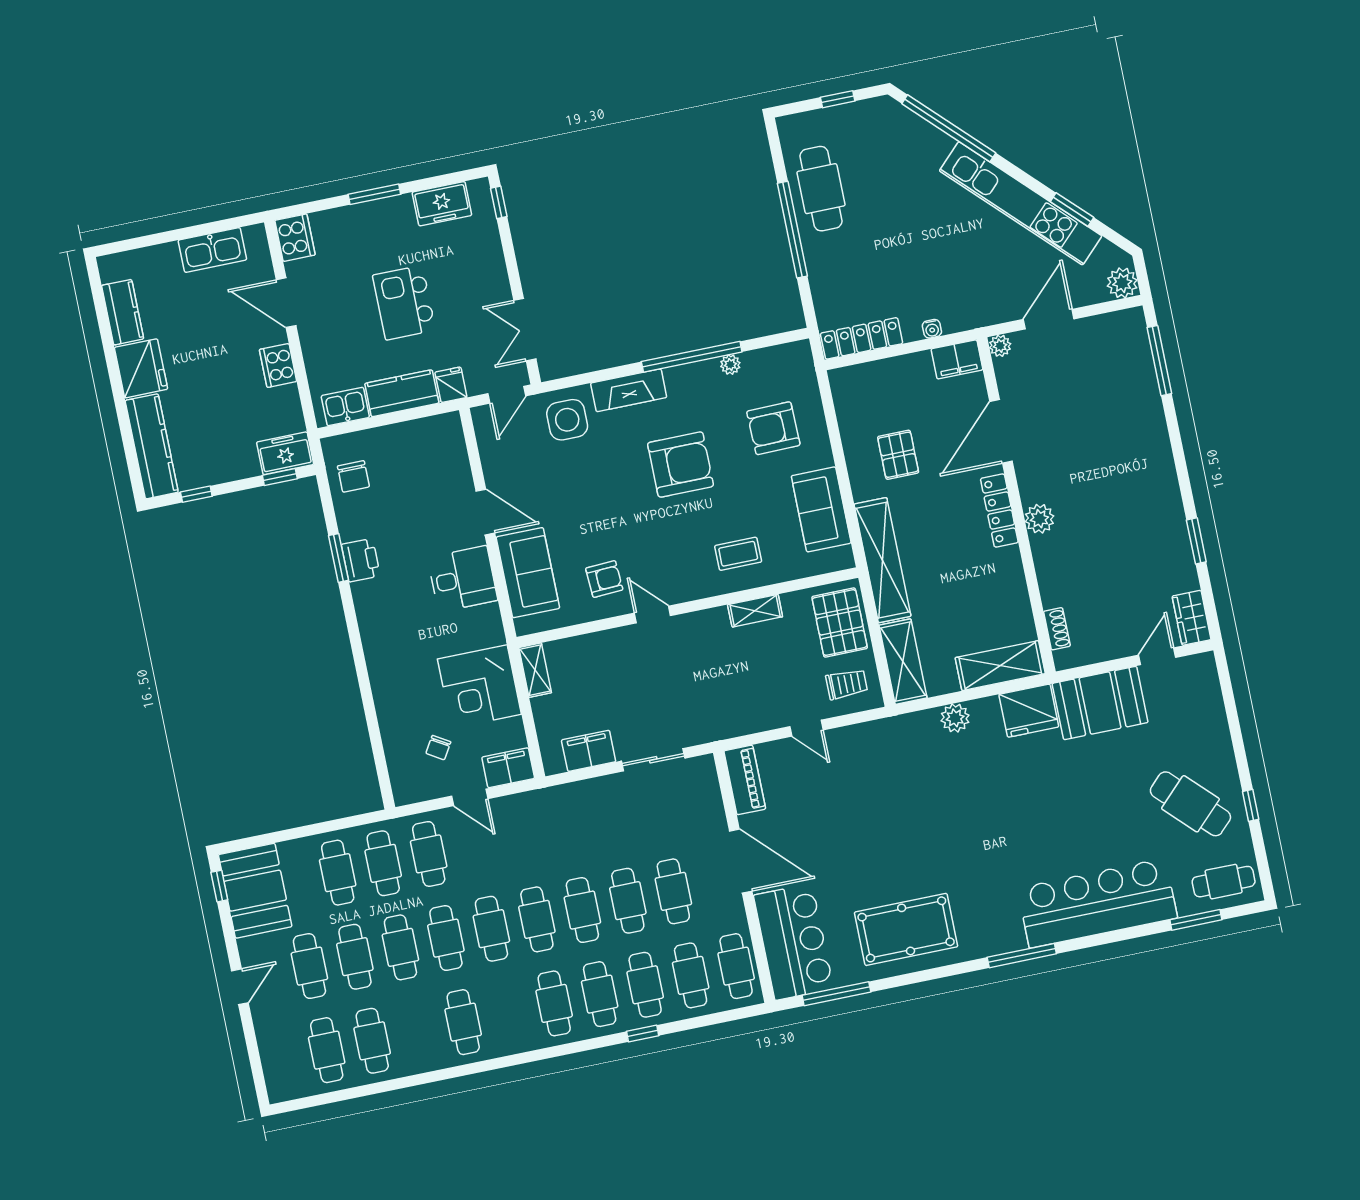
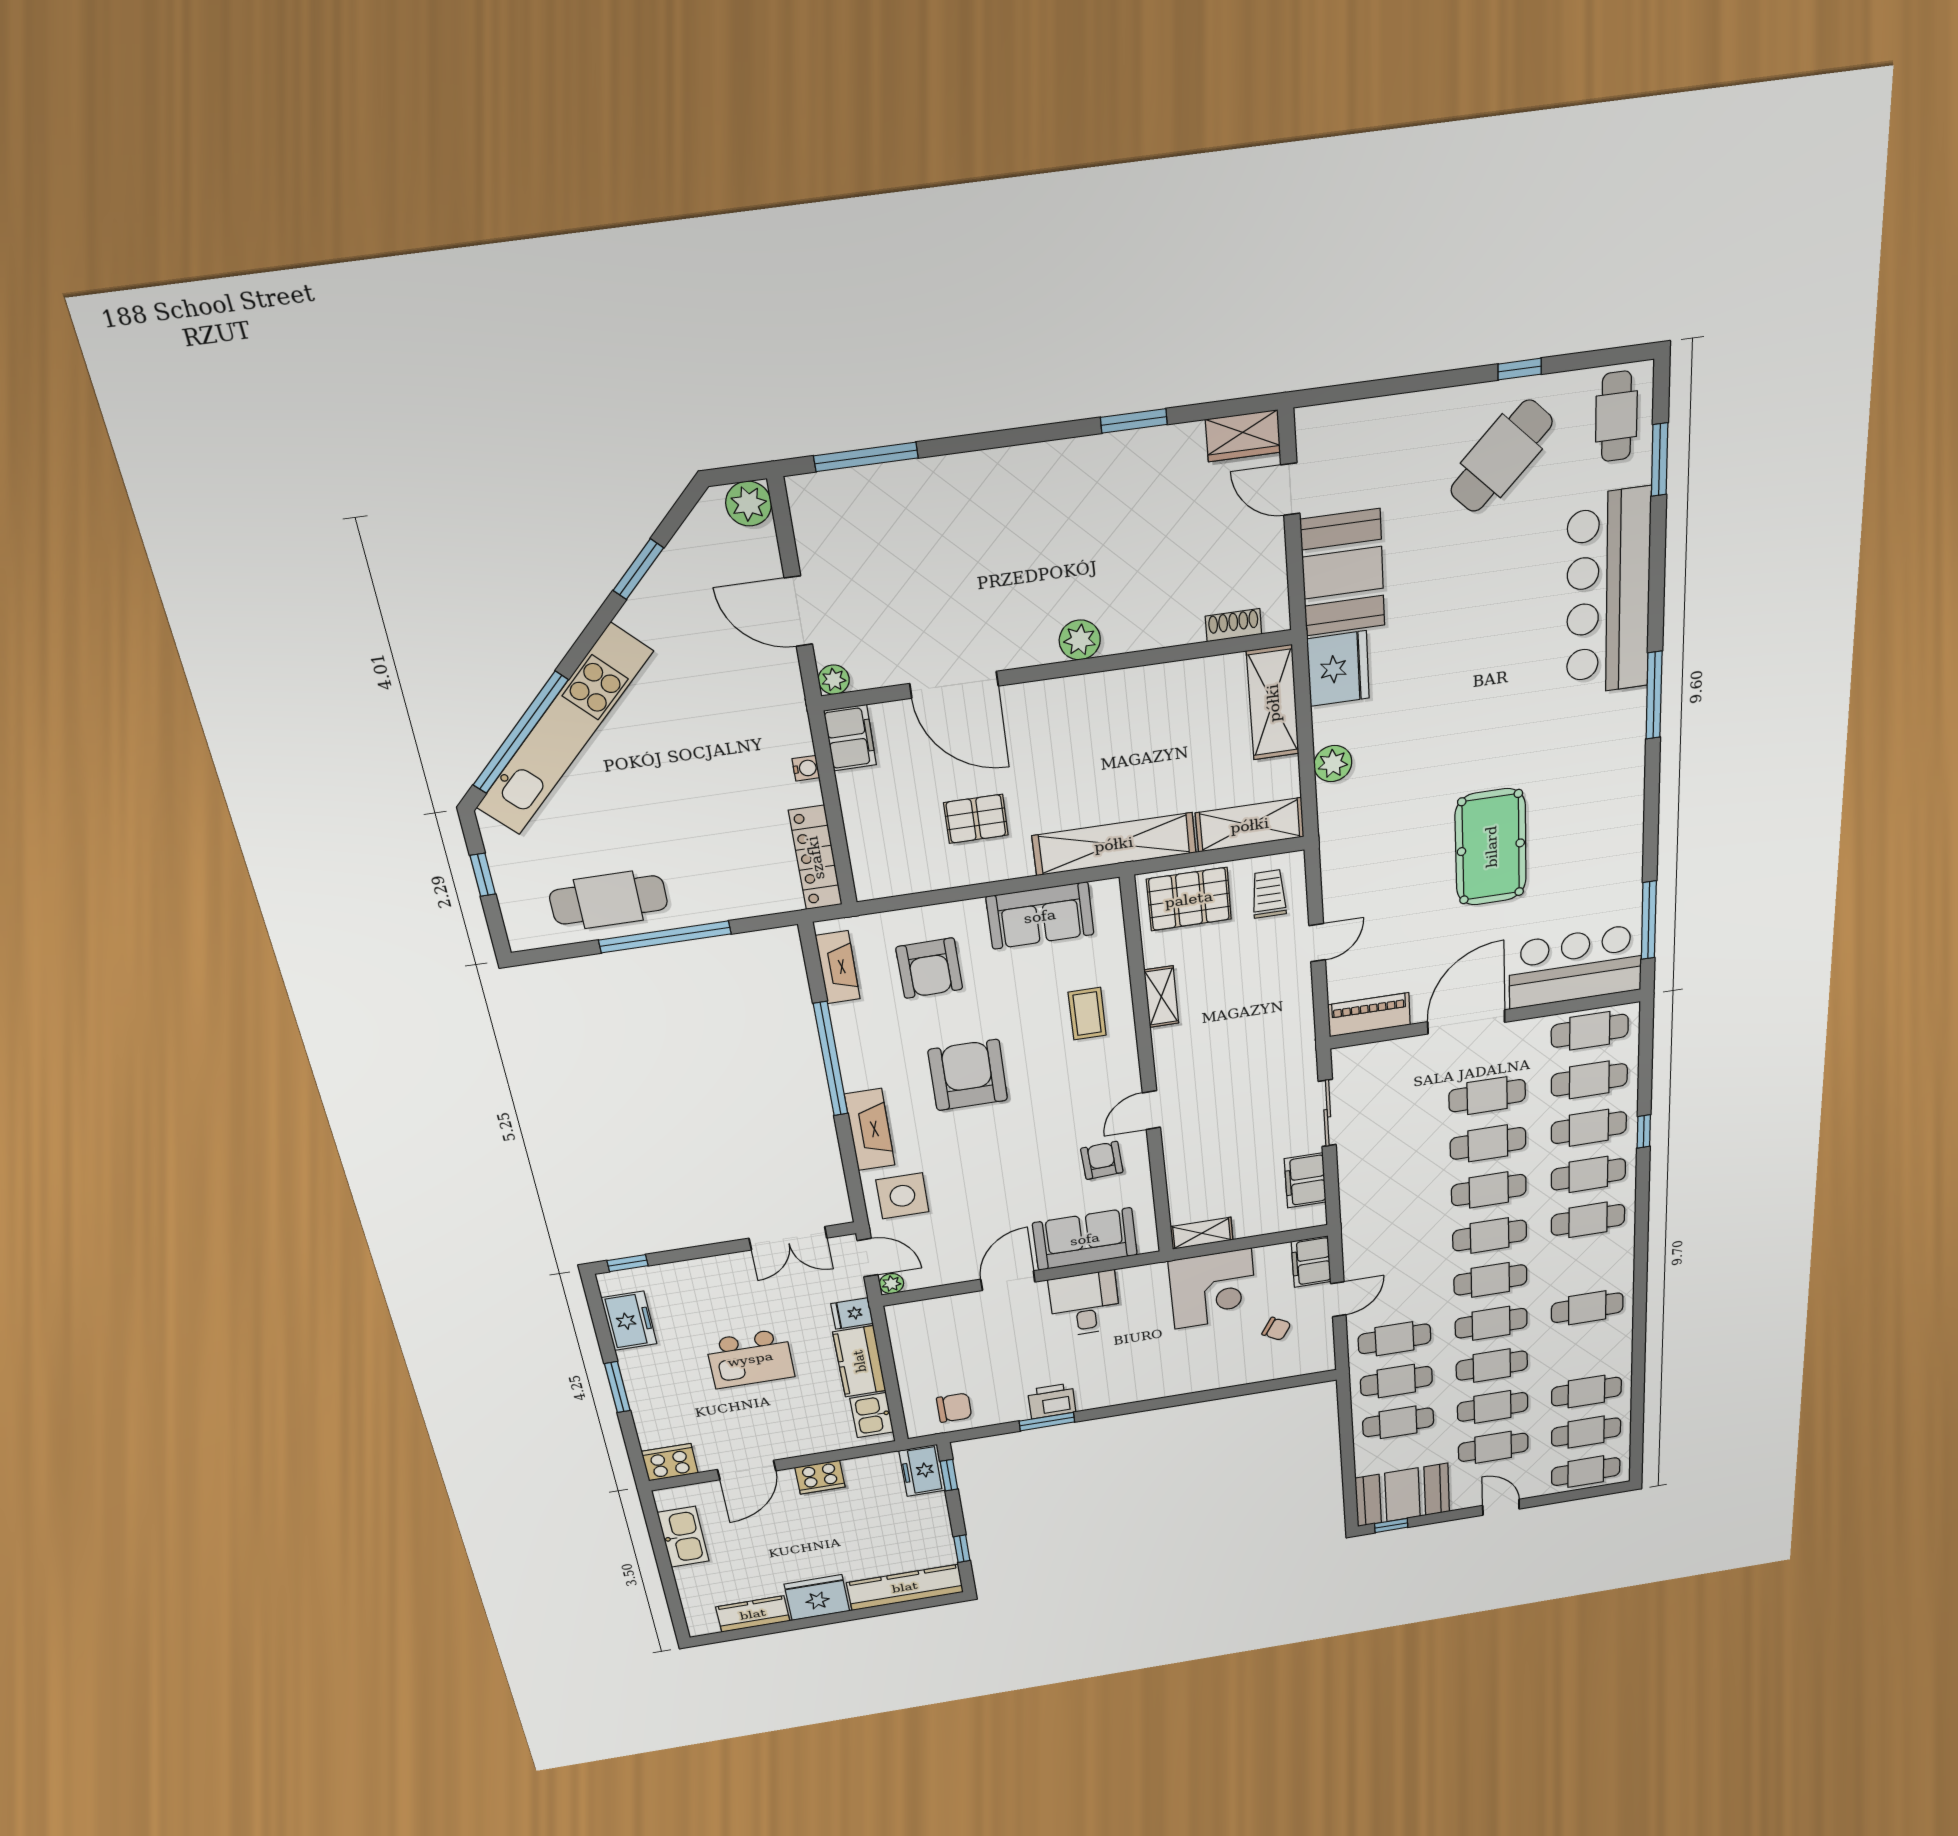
kitchen unit: (1021, 203) -> (564, 730), moved
fireplace: (772, 359) -> (838, 967), added
plant: (730, 365) -> (891, 1284), moved
locker: (999, 510) -> (1063, 693), removed
pool table: (906, 929) -> (1491, 847), moved
cafe table: (281, 1059) -> (1586, 1472), added

